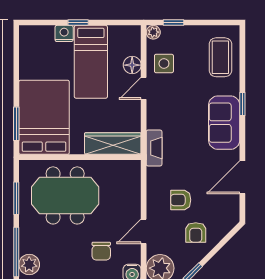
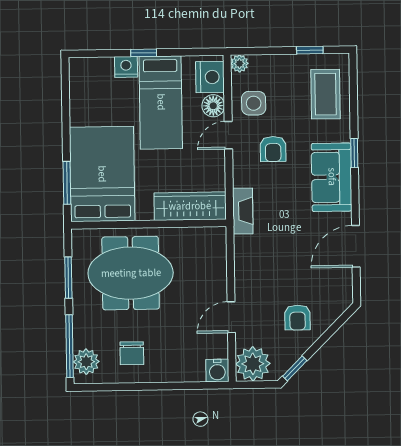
window: (173, 23) -> (310, 50), moved
nightstand: (130, 42) -> (210, 77), added
armchair: (181, 200) -> (273, 149), moved, turned -90
chair: (101, 251) -> (132, 353), moved

